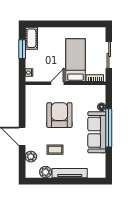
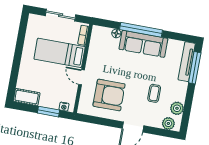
window: (22, 49) -> (48, 112), moved
armchair: (59, 115) -> (109, 95), moved, turned 180
plant: (31, 157) -> (168, 123), moved
tv unit: (70, 173) -> (187, 62), moved
window: (84, 181) -> (195, 68), added

